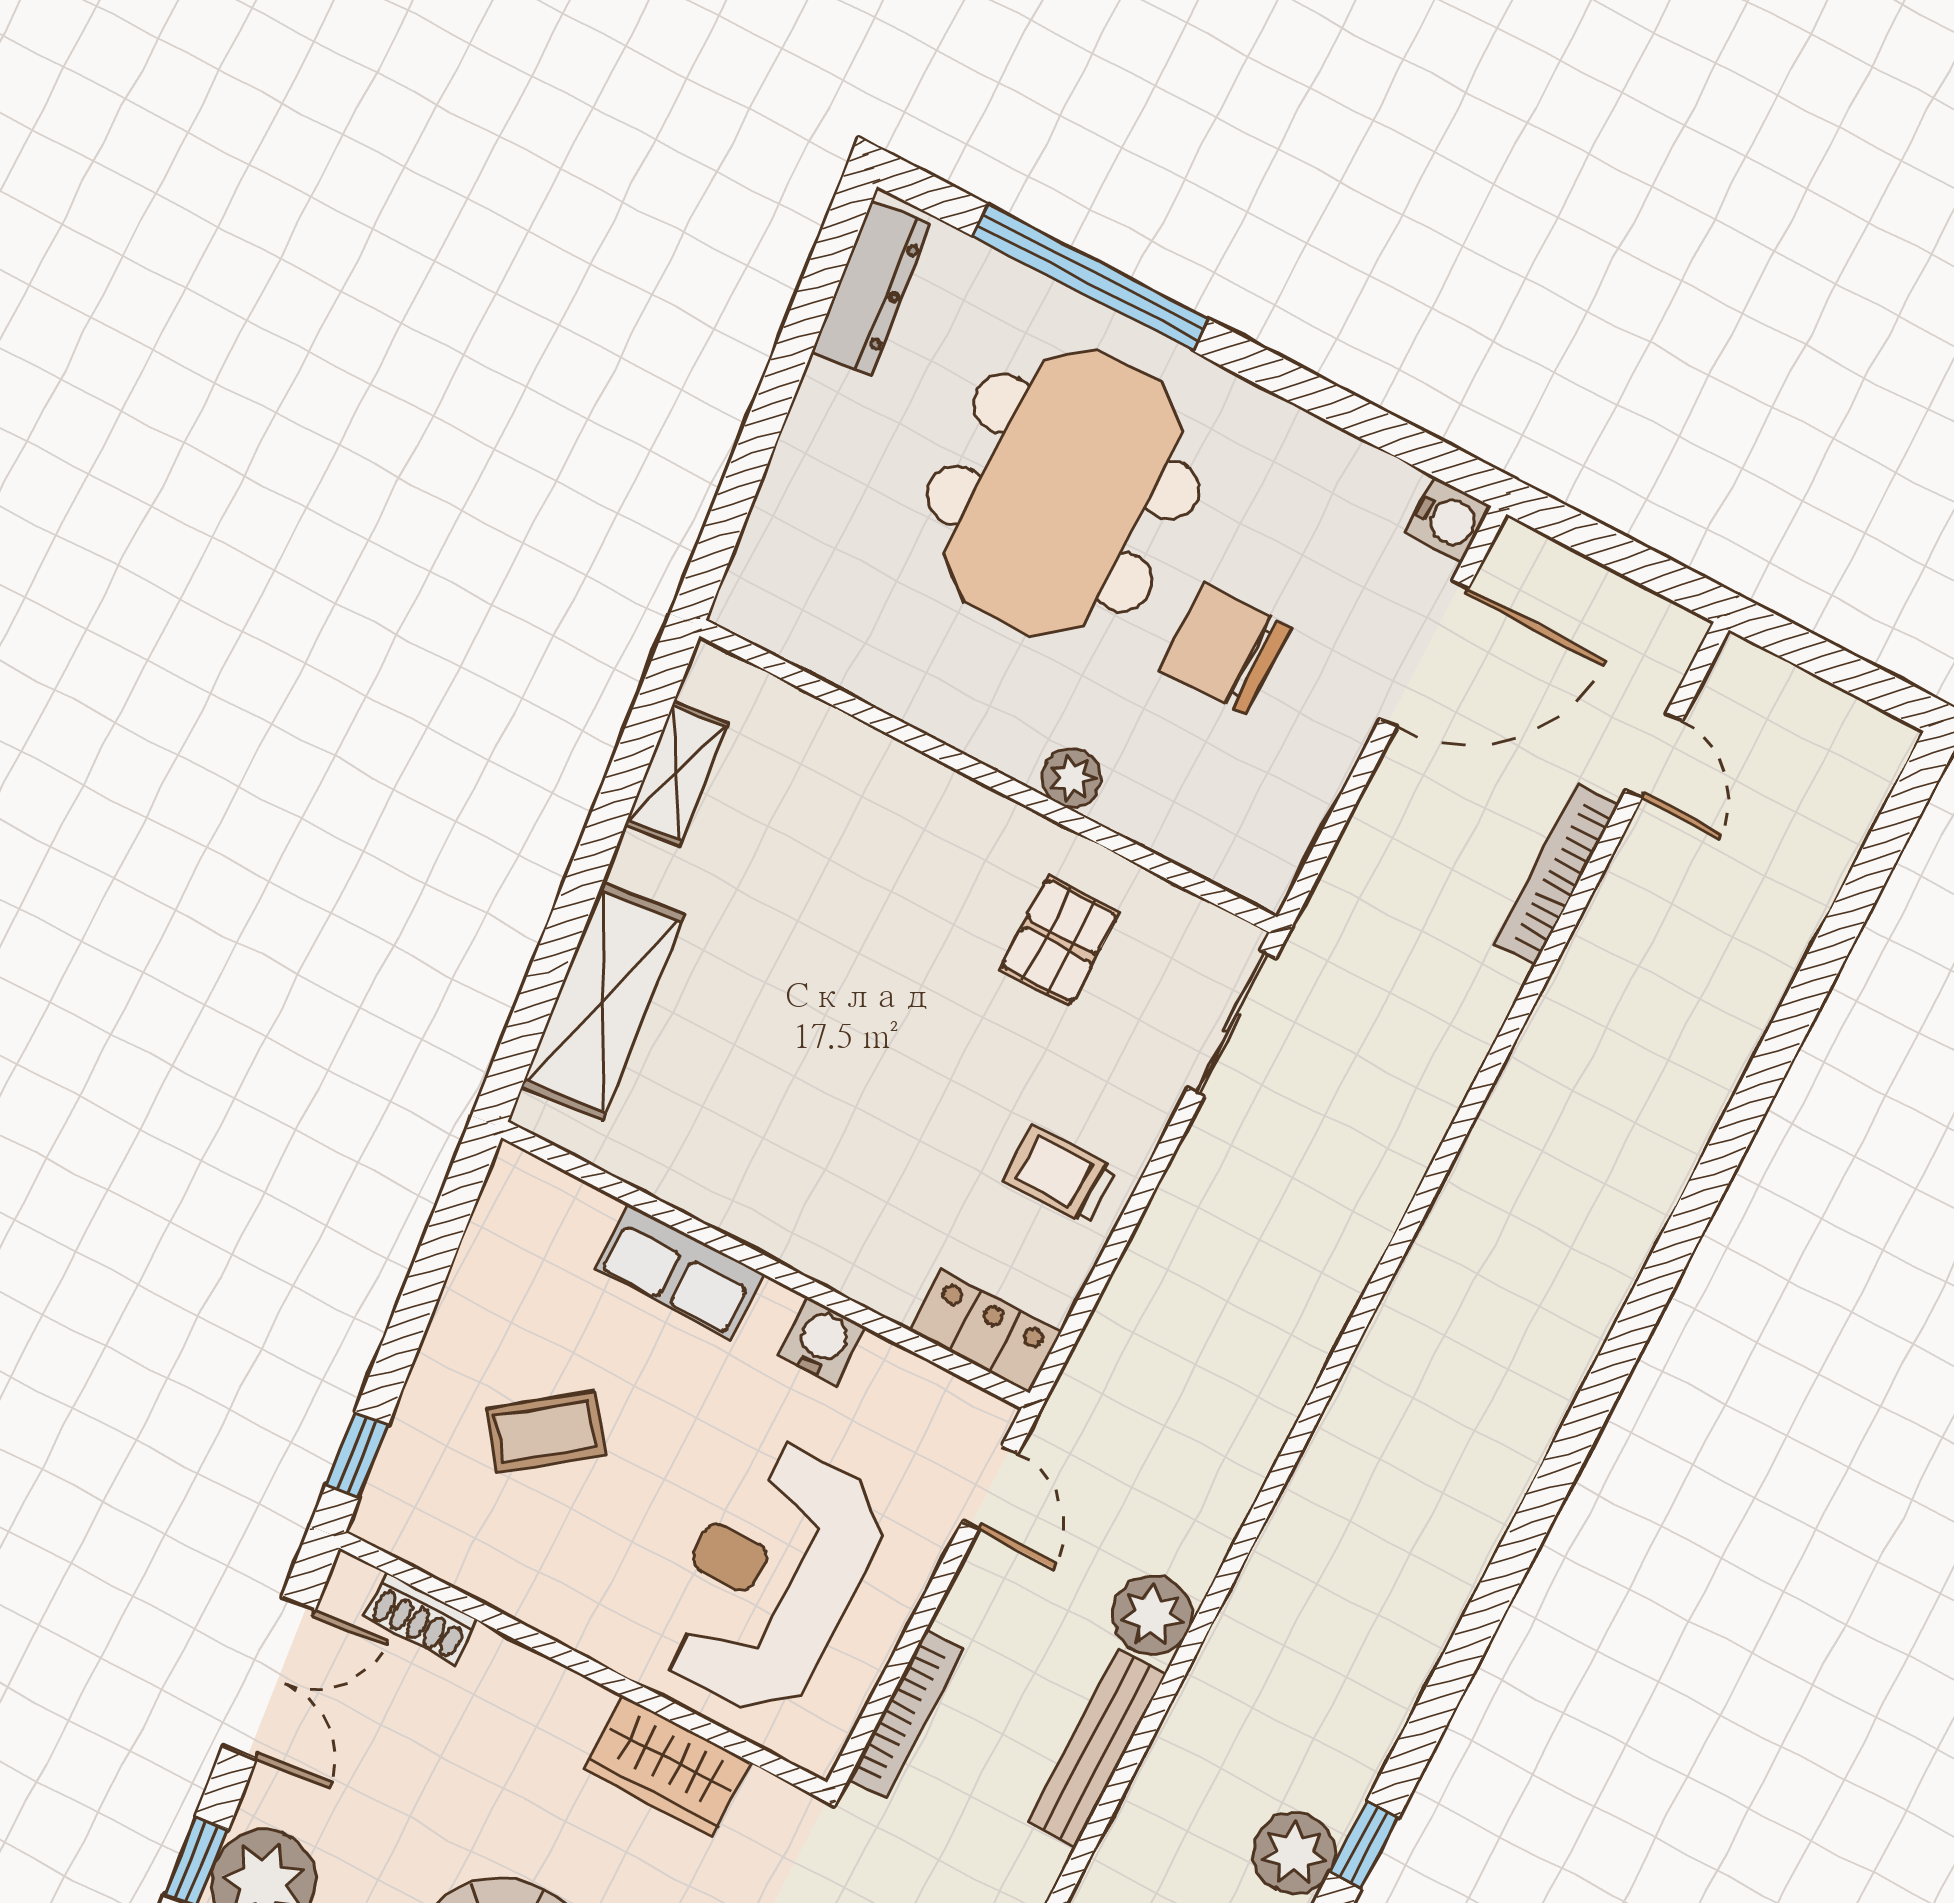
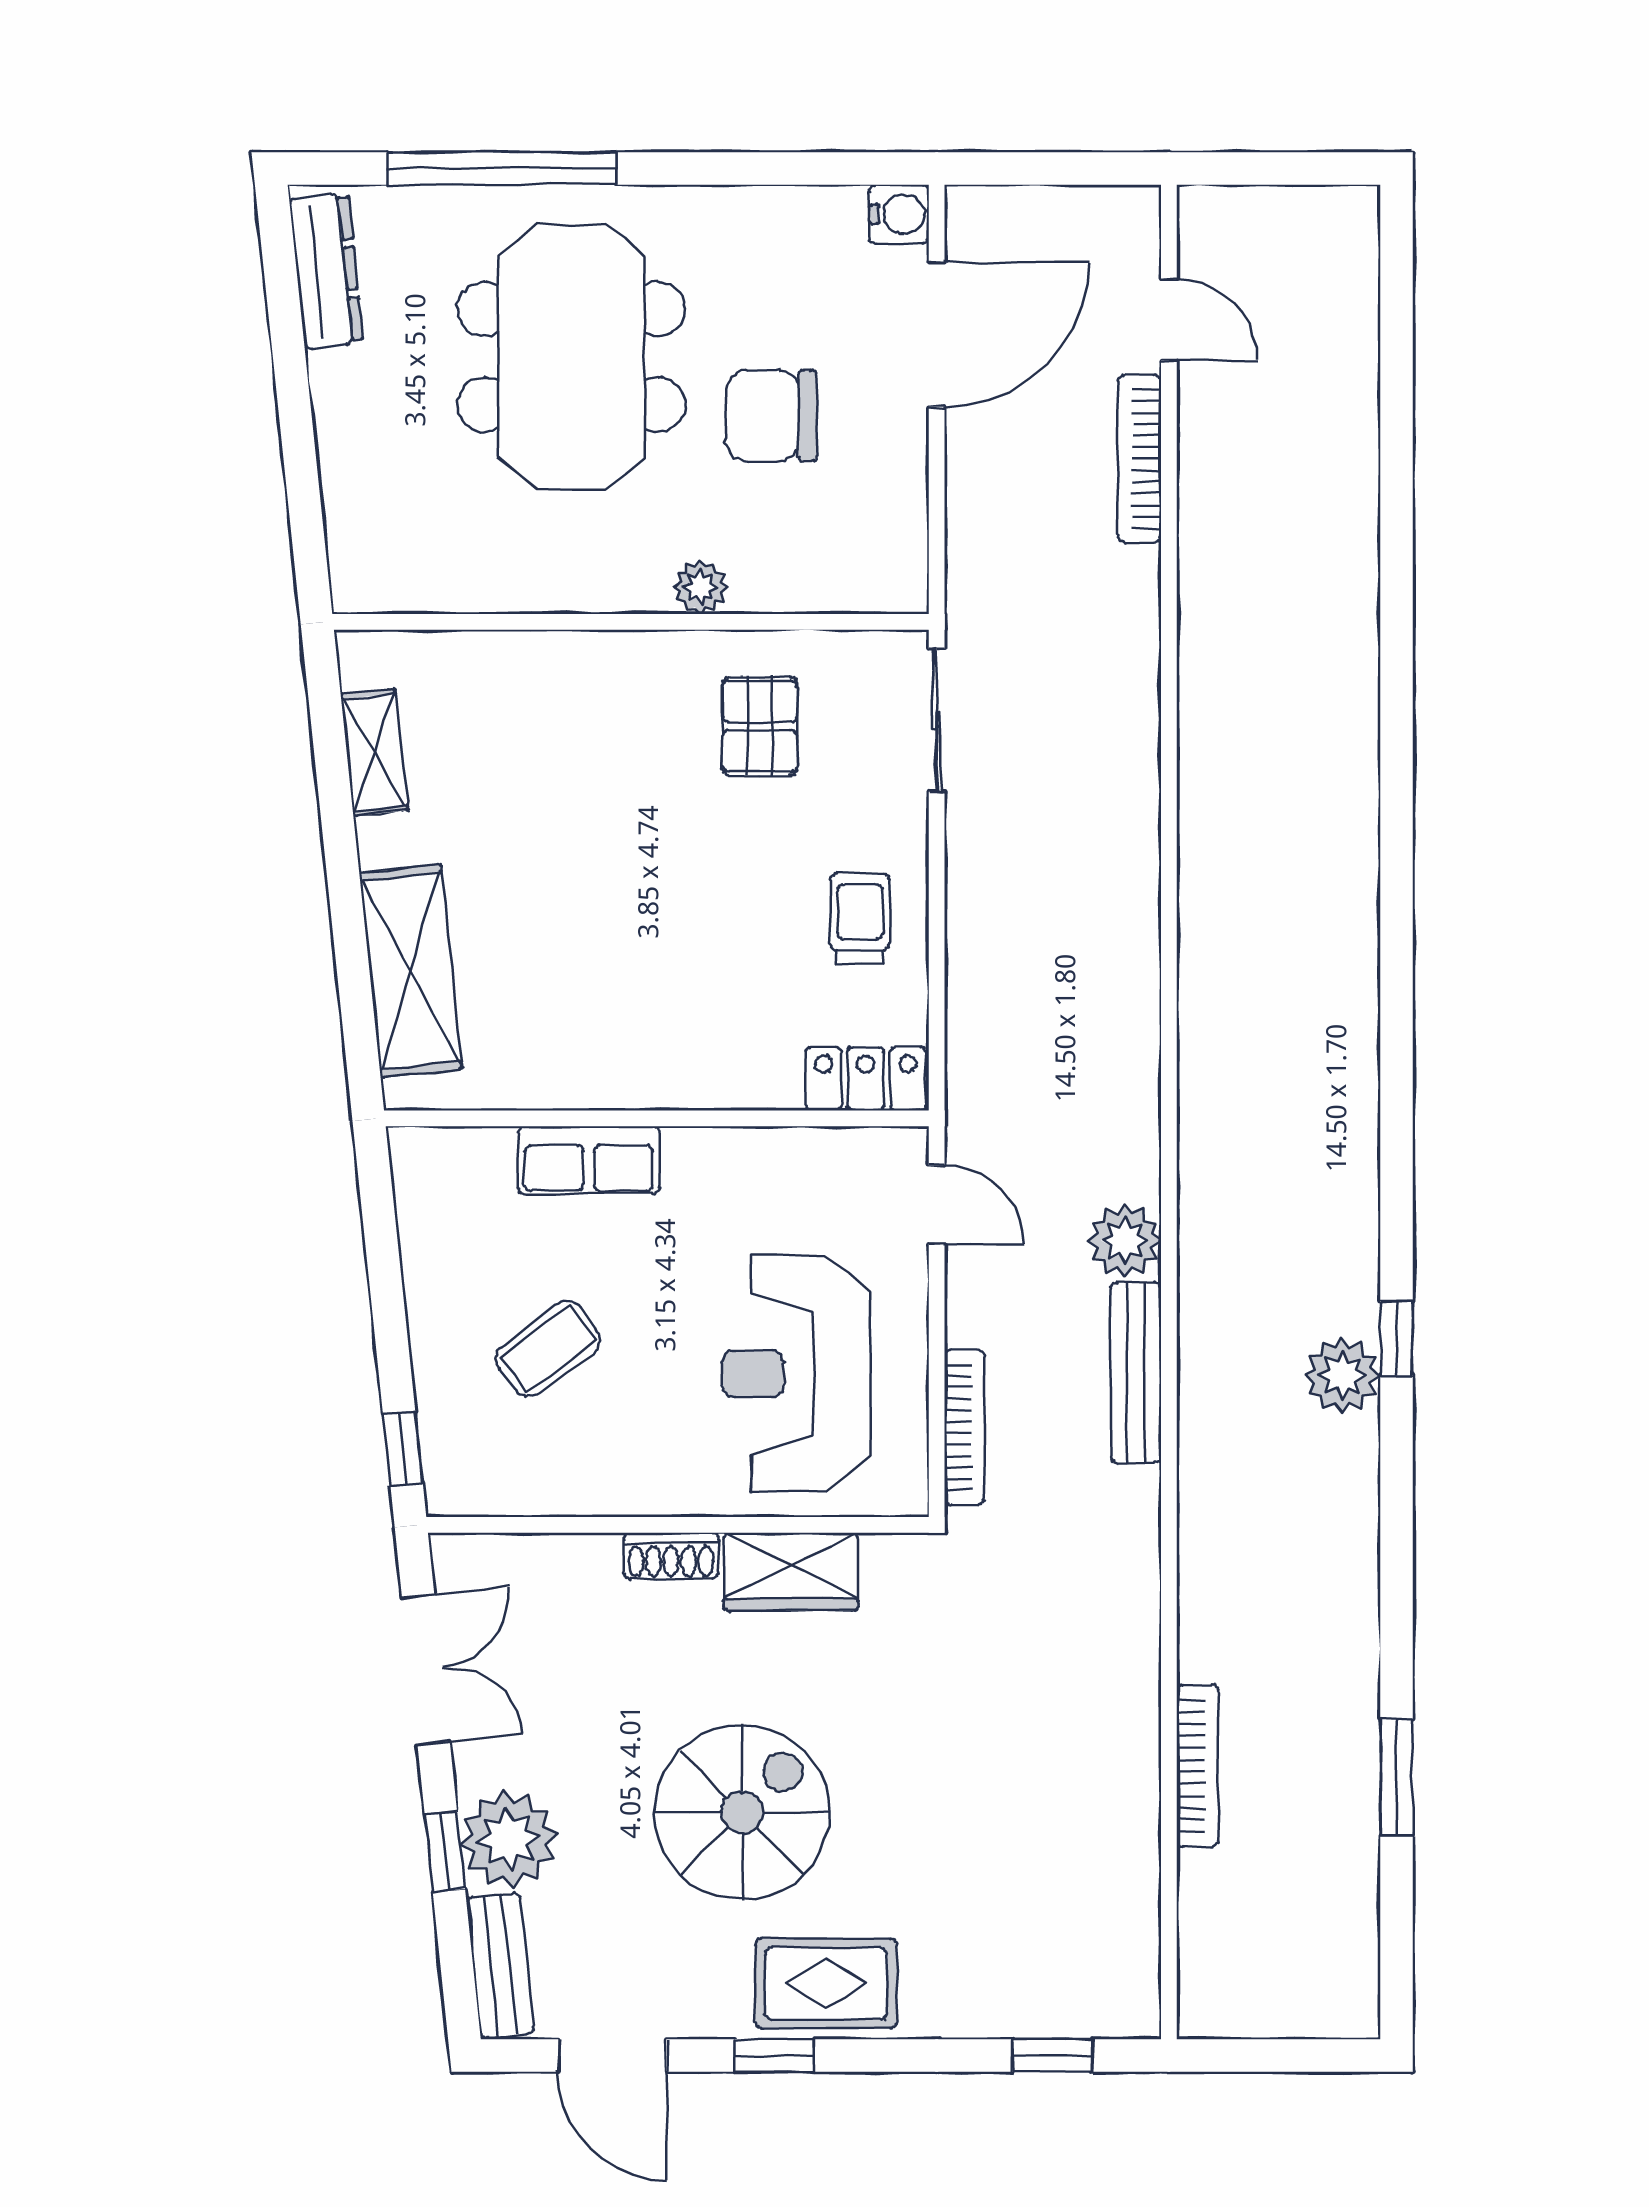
trolley: (1060, 1175) -> (860, 918), turned 90
water cooler: (822, 1341) -> (736, 1156), removed
shoe rack: (421, 1618) -> (671, 1556), moved

